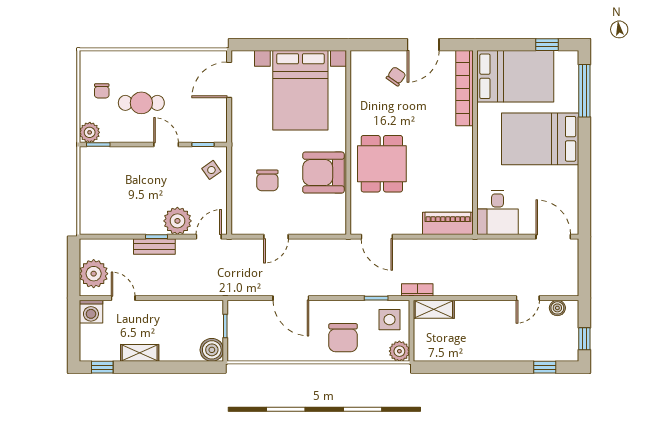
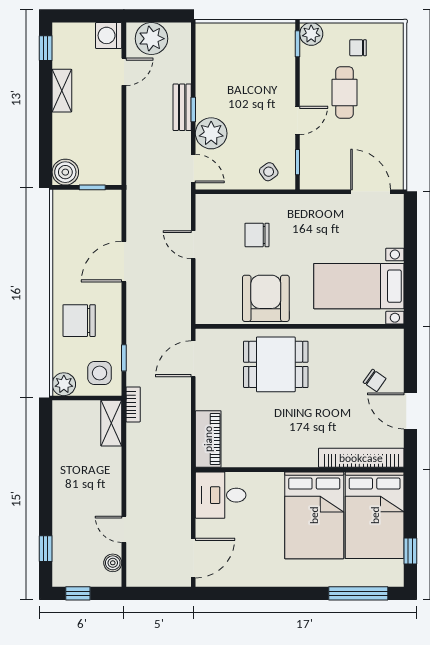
bed with nightstands: (300, 90) -> (359, 286), width x0.73
bed: (540, 139) -> (314, 515), moved, turned 180

